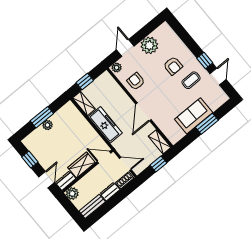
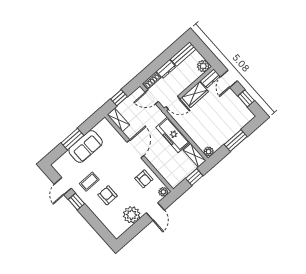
plant: (48, 125) -> (209, 152), moved

